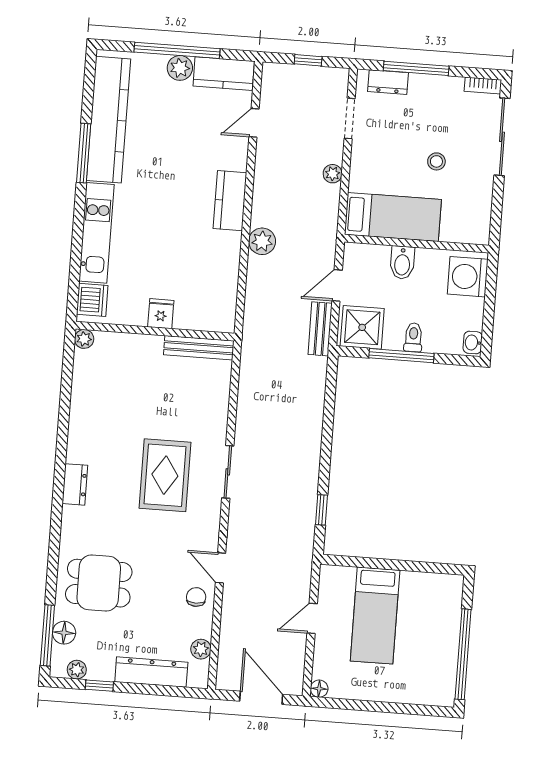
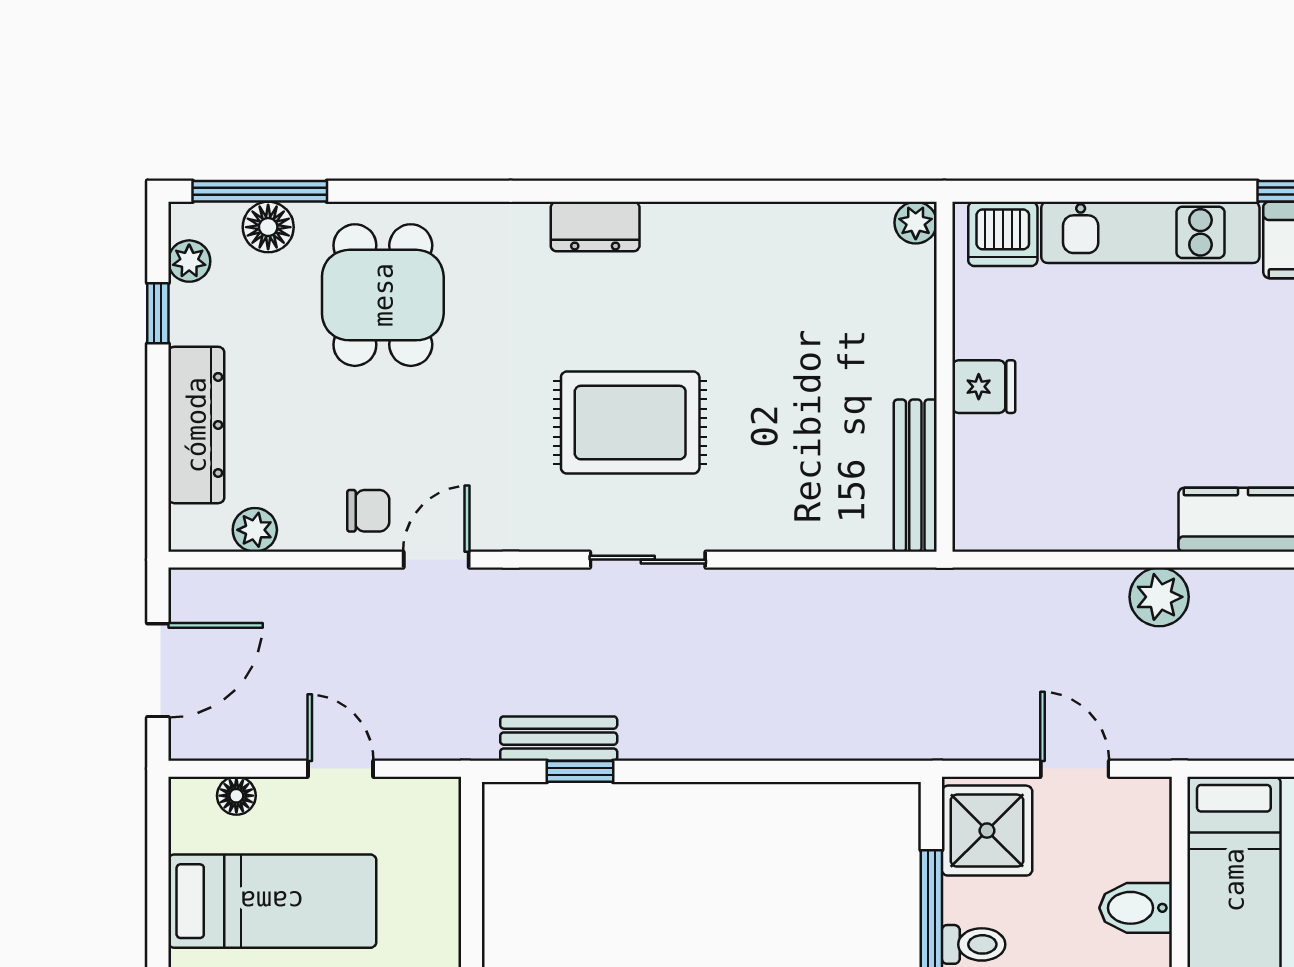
bench: (320, 329) -> (559, 739), moved
bed: (375, 616) -> (272, 901), moved, turned 180
floor lamp: (319, 689) -> (236, 796), moved

